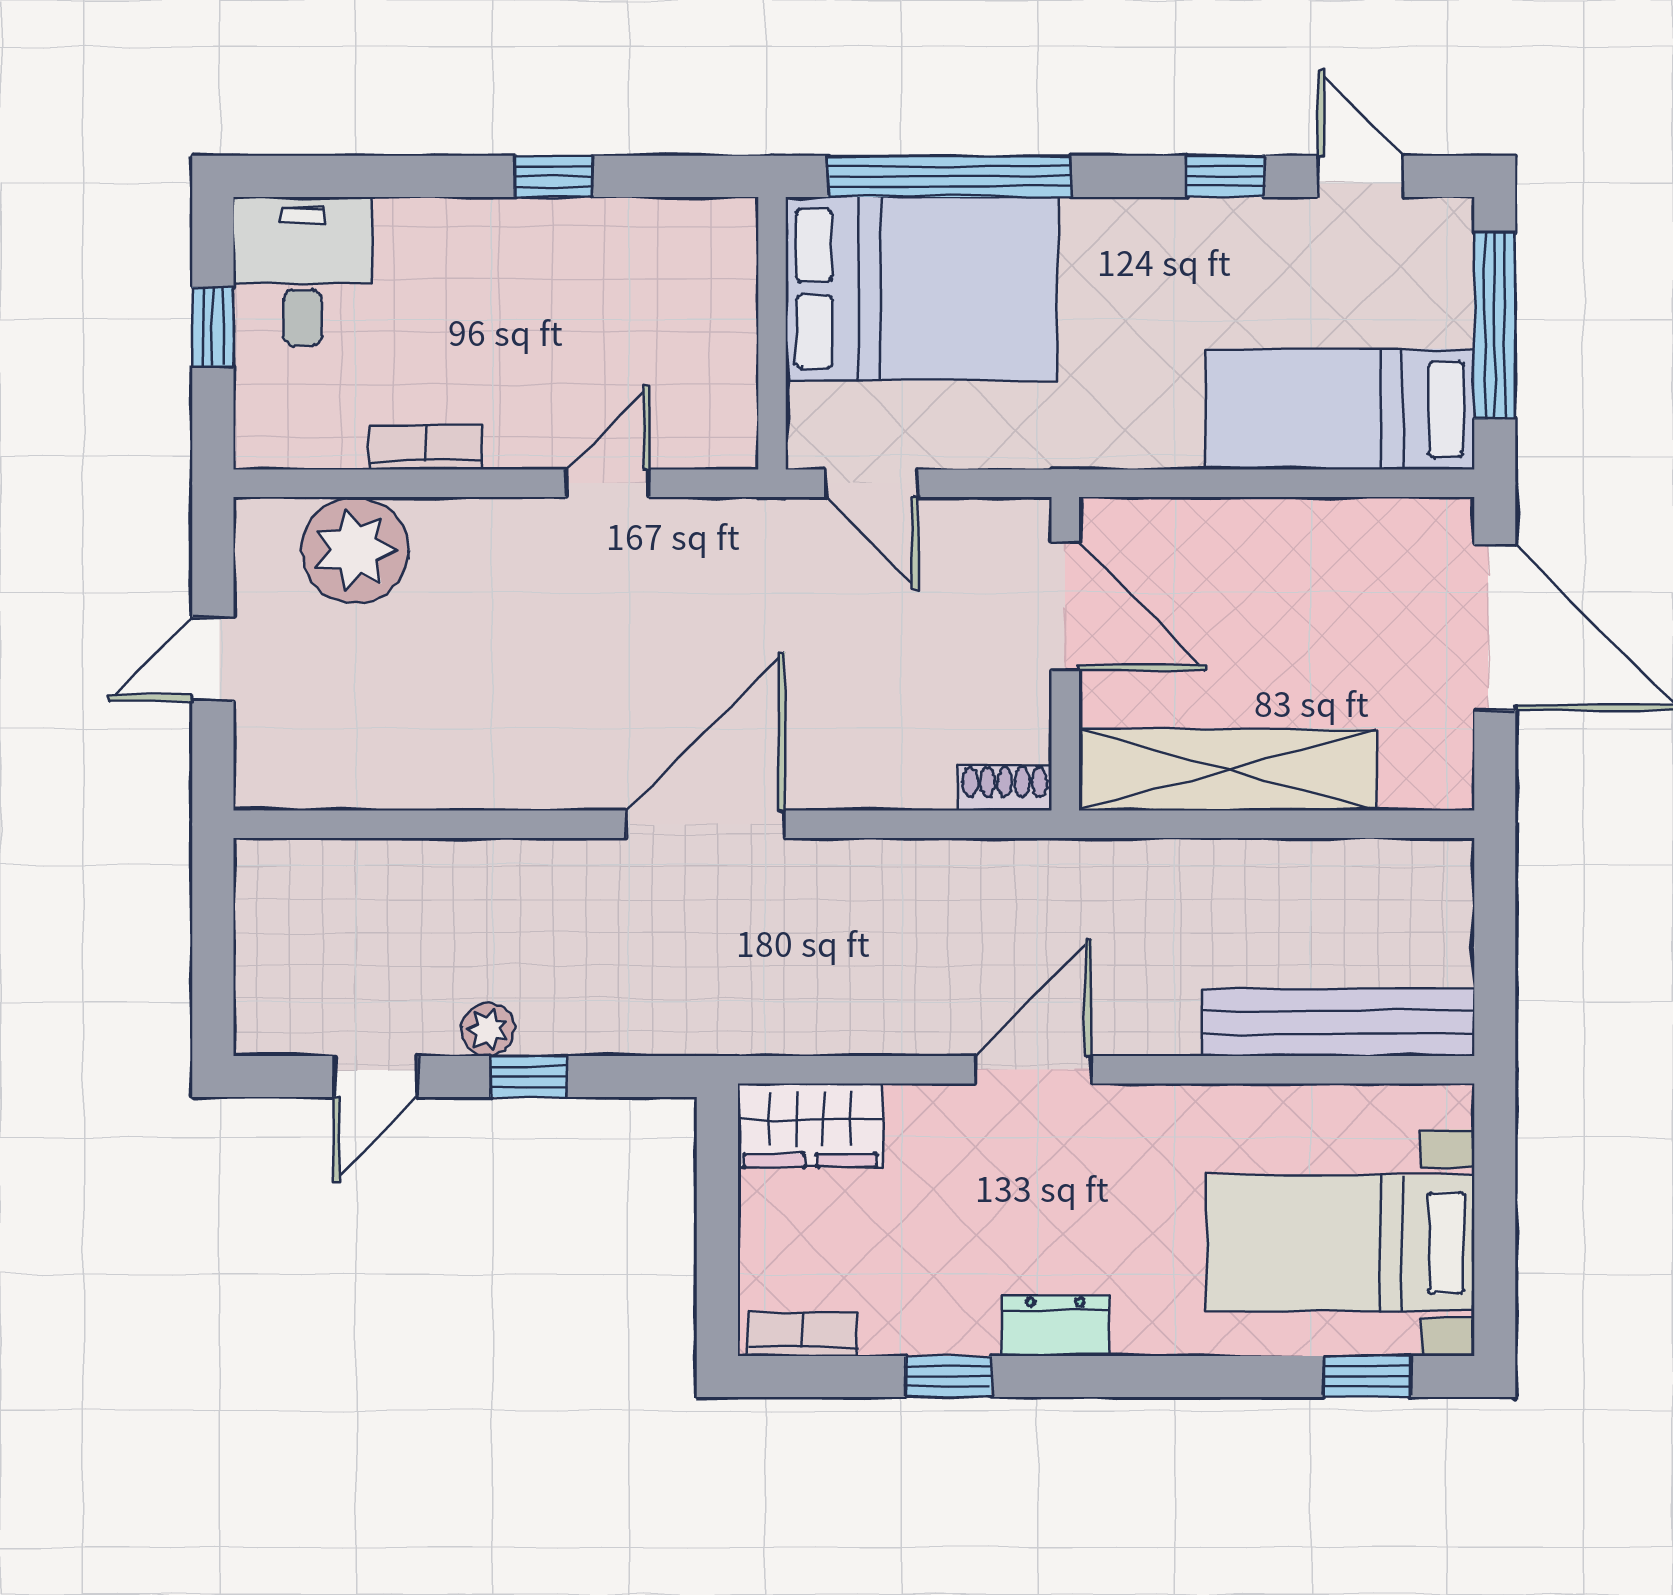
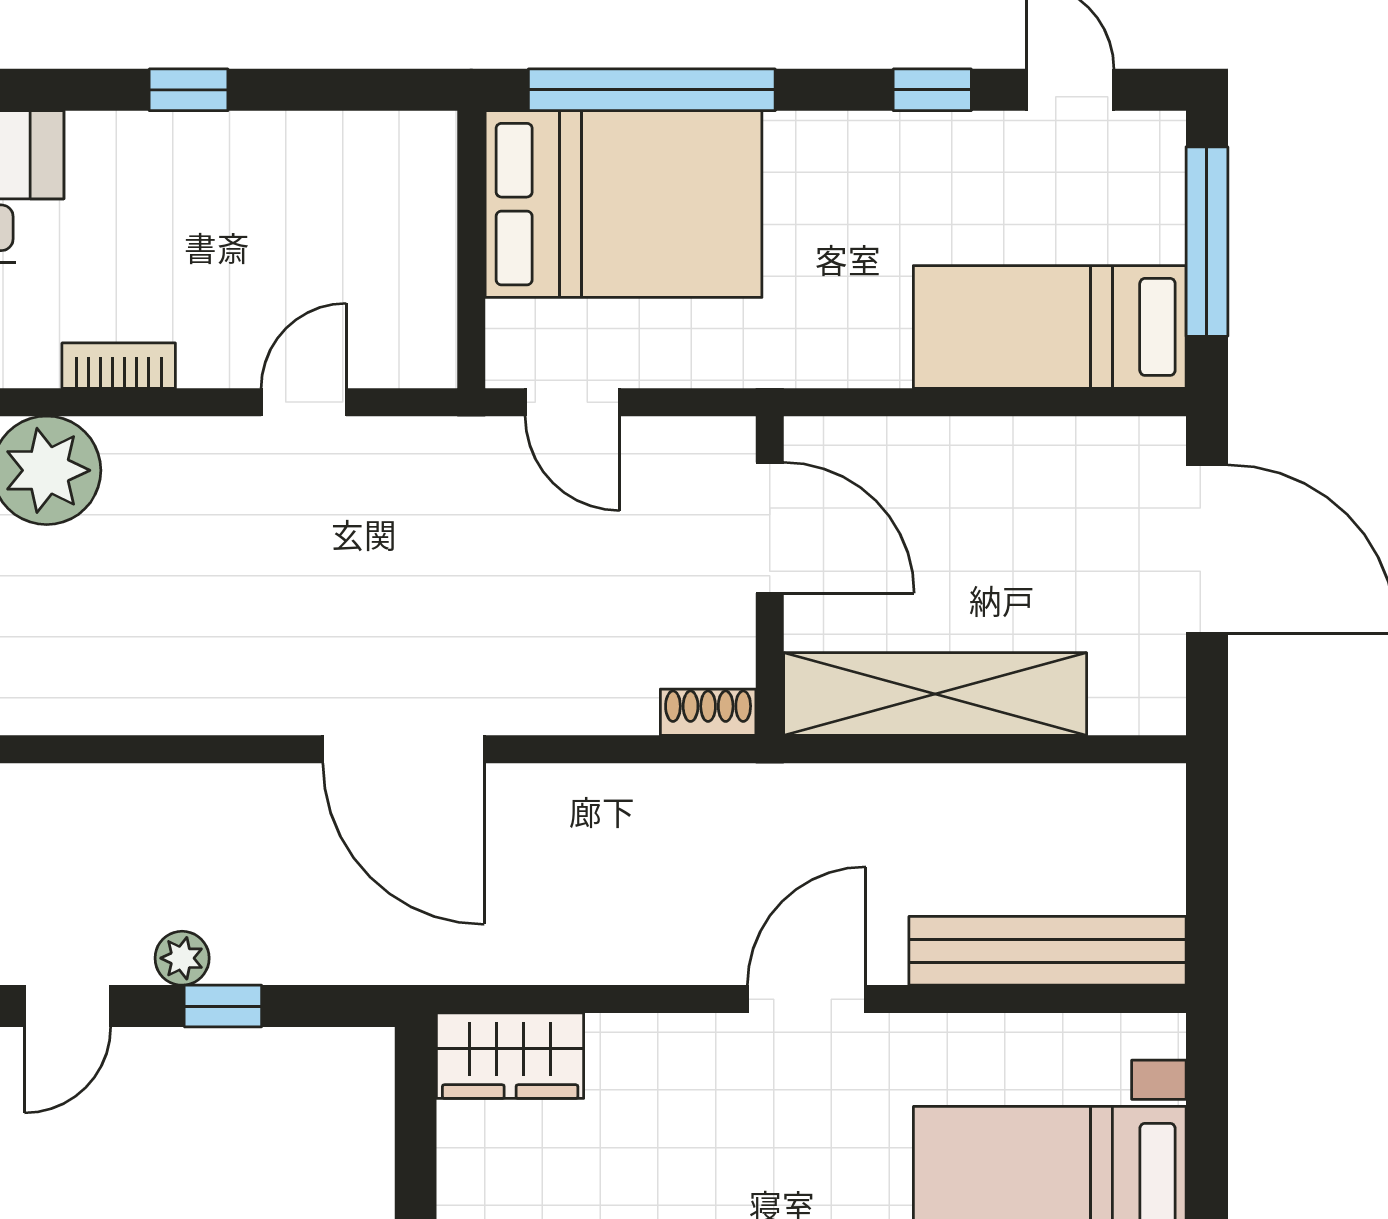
window: (553, 176) -> (189, 90), moved
door: (706, 824) -> (404, 749), swing flipped
door: (1033, 1070) -> (807, 999), moved

